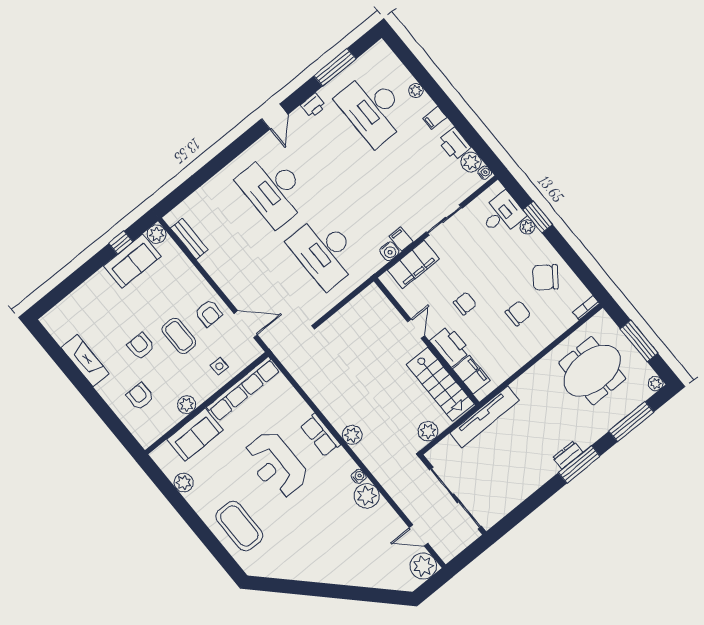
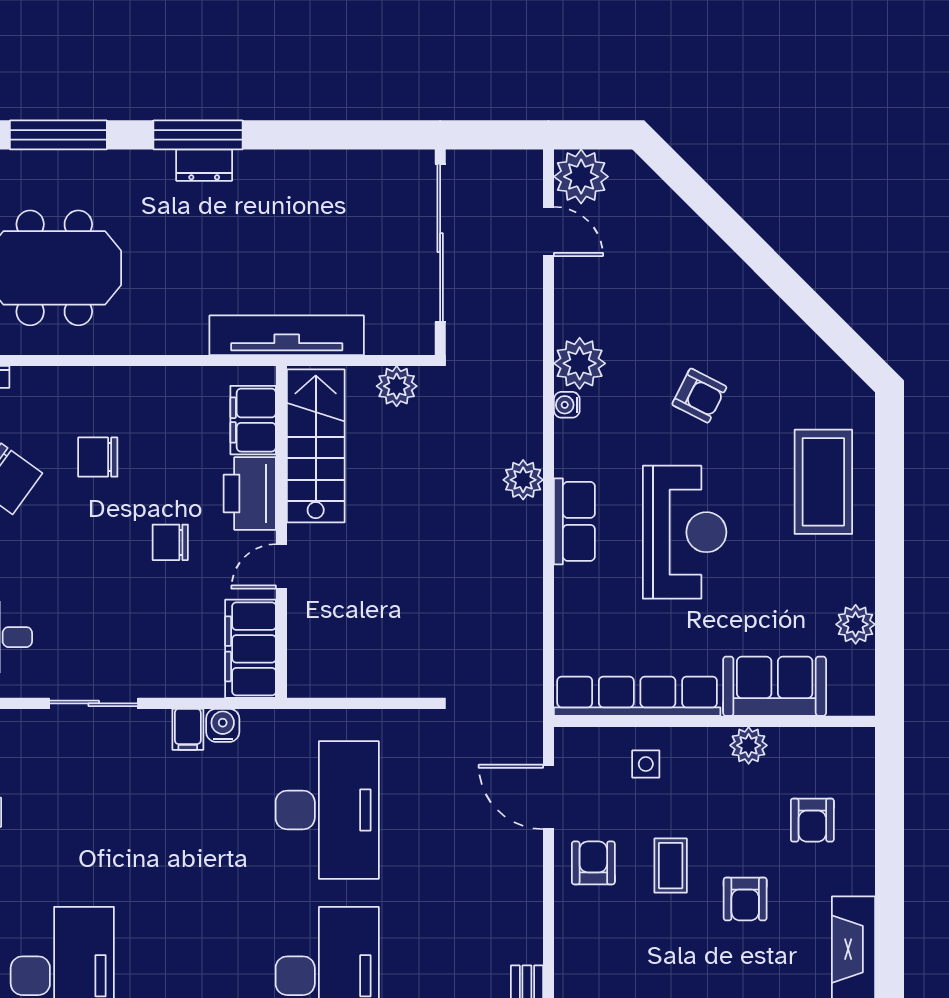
filing cabinet: (413, 265) -> (250, 649), moved, turned -90
coffee table: (179, 336) -> (671, 866), width x0.73, depth x0.77
armchair: (312, 520) -> (699, 396), added

